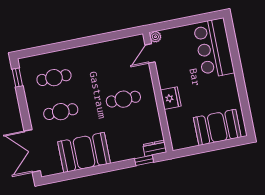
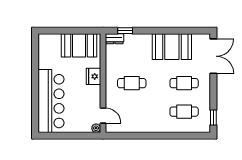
bar counter: (214, 48) -> (51, 101), width x1.36
door: (150, 53) -> (103, 116), hinge flipped
booth: (217, 127) -> (79, 45), moved

